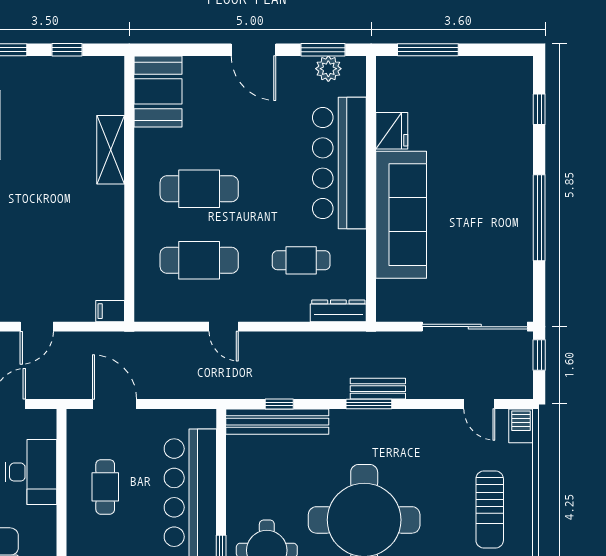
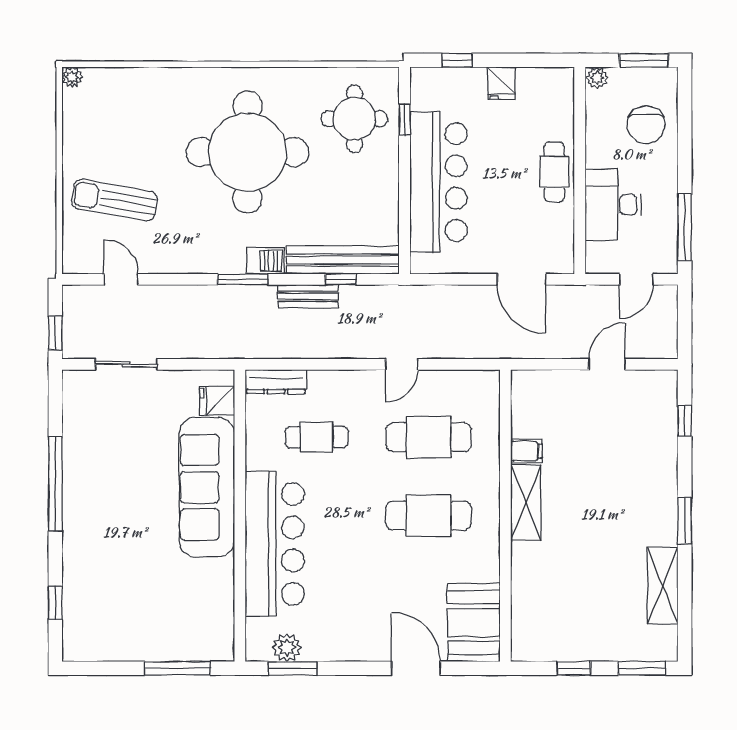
door: (253, 50) -> (416, 668), moved
fridge: (392, 131) -> (217, 401), moved, width x0.72
shelving: (111, 150) -> (526, 503), moved
filing cabinet: (110, 311) -> (526, 451), moved
door: (224, 327) -> (402, 364), swing flipped
sliding door: (475, 327) -> (126, 364), width x0.54
bench: (378, 389) -> (308, 296), moved
barbecue: (521, 426) -> (266, 261), moved, turned -90
cafe table: (105, 487) -> (554, 172), moved
sun lounger: (490, 510) -> (114, 200), moved, turned -80

